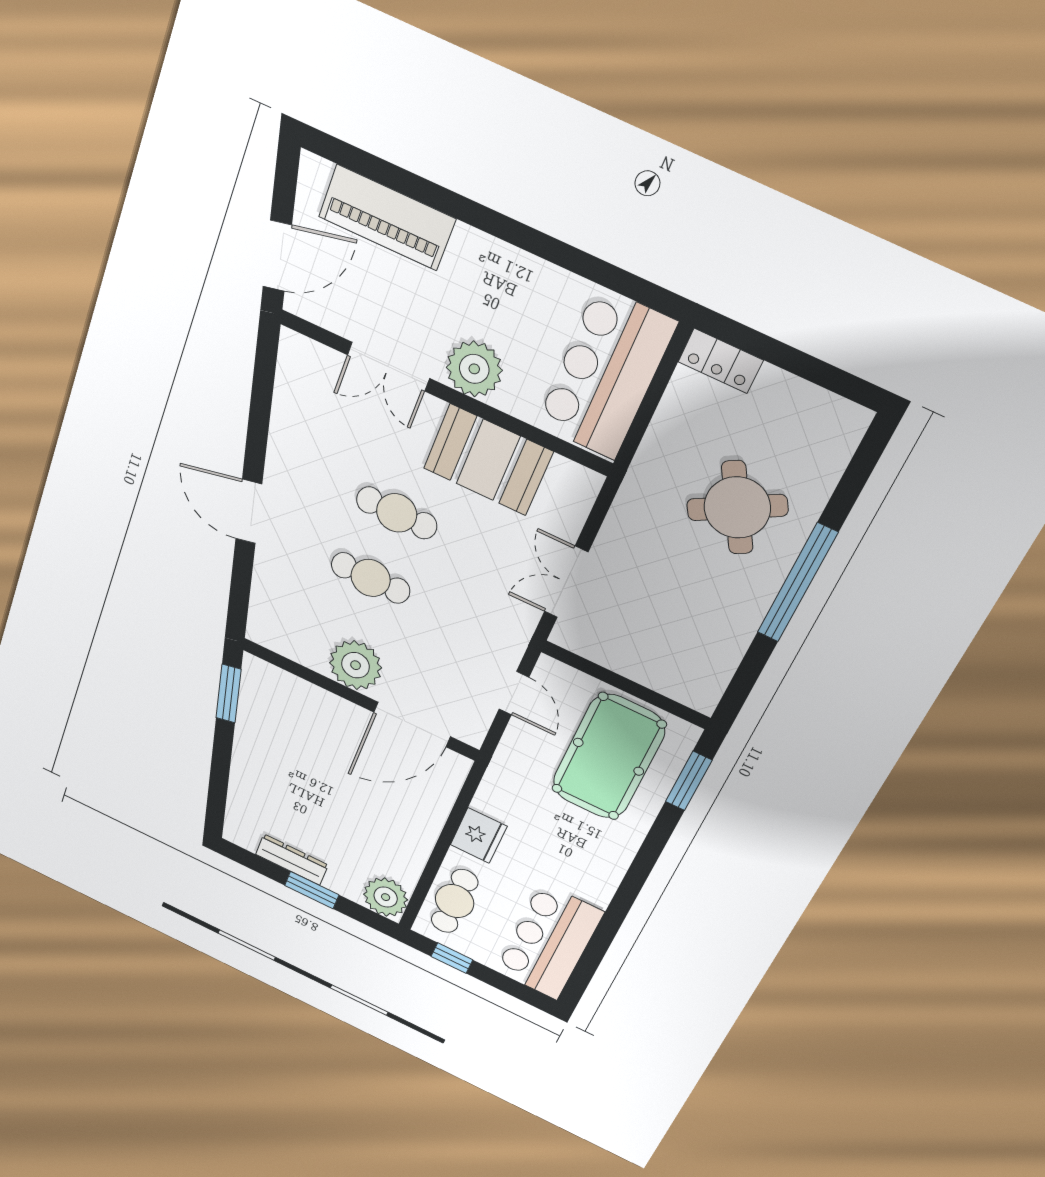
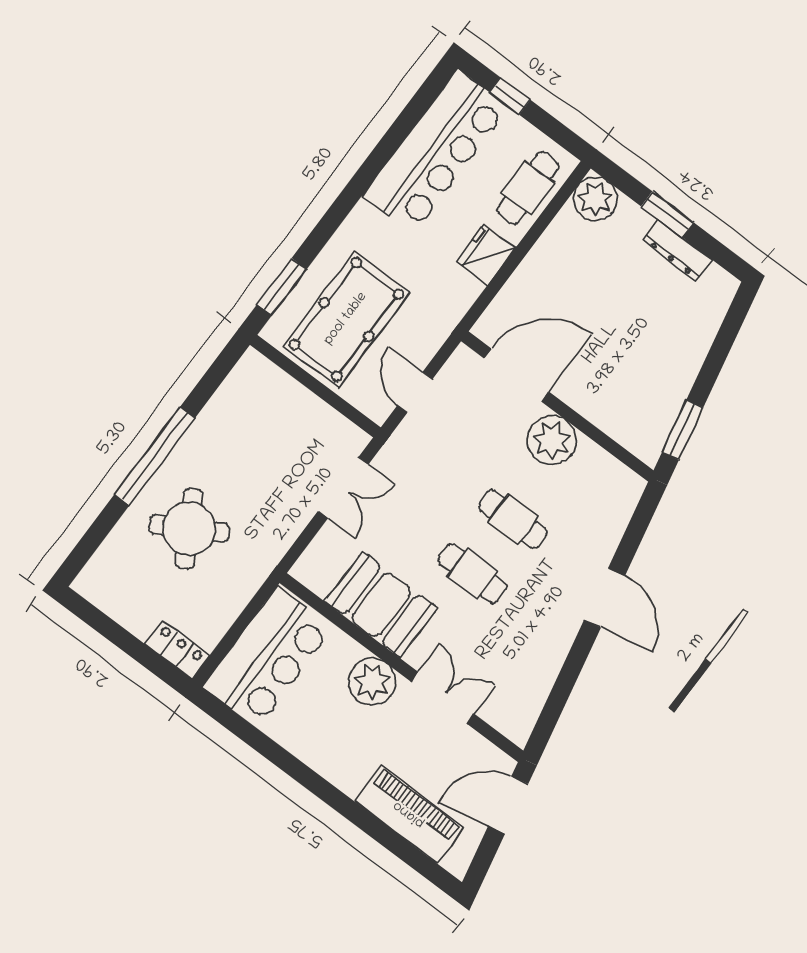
bar counter: (549, 942) -> (436, 151), width x1.36
window: (452, 958) -> (510, 96), moved

